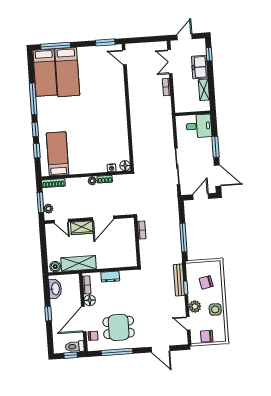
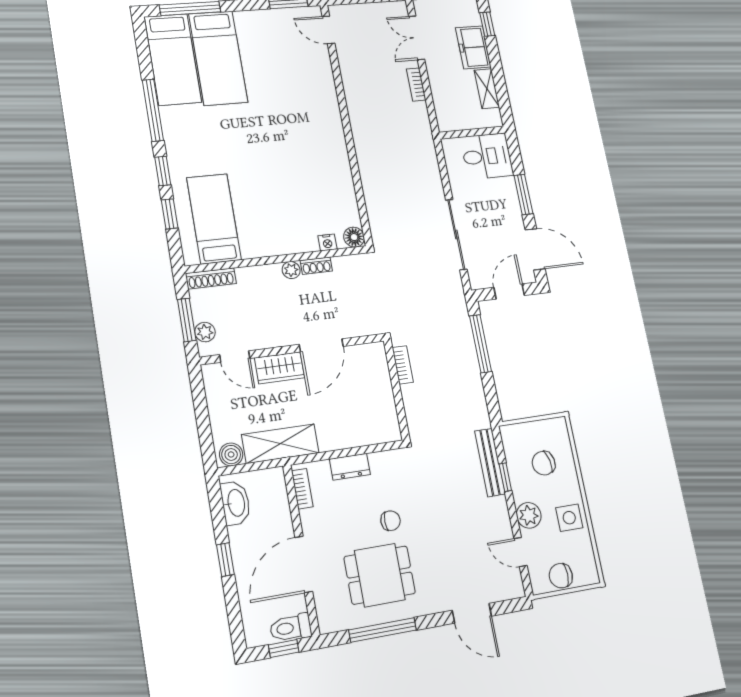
window: (183, 238) -> (481, 344), moved
floor lamp: (90, 300) -> (312, 522), removed
chair: (93, 336) -> (391, 521), moved

